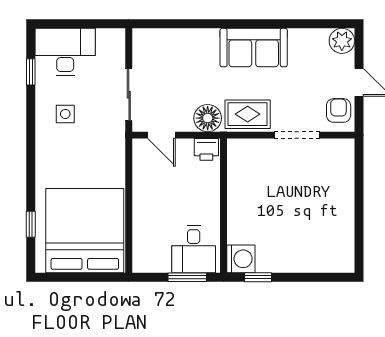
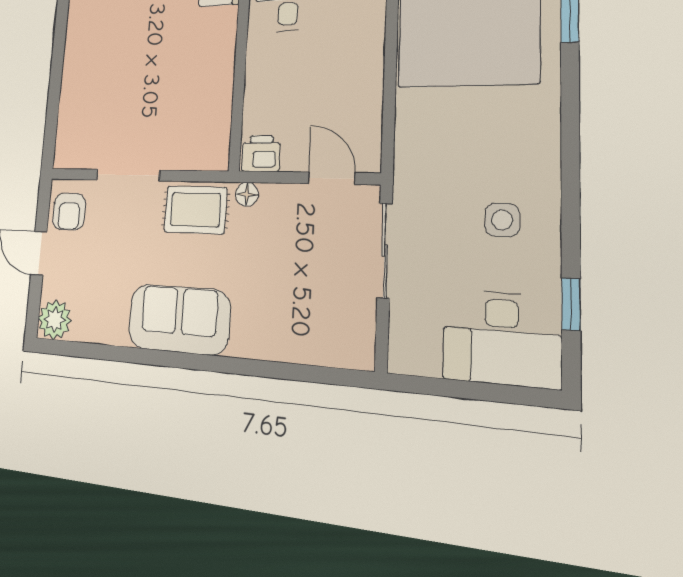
floor lamp: (208, 118) -> (247, 194), width x0.53, depth x0.53

